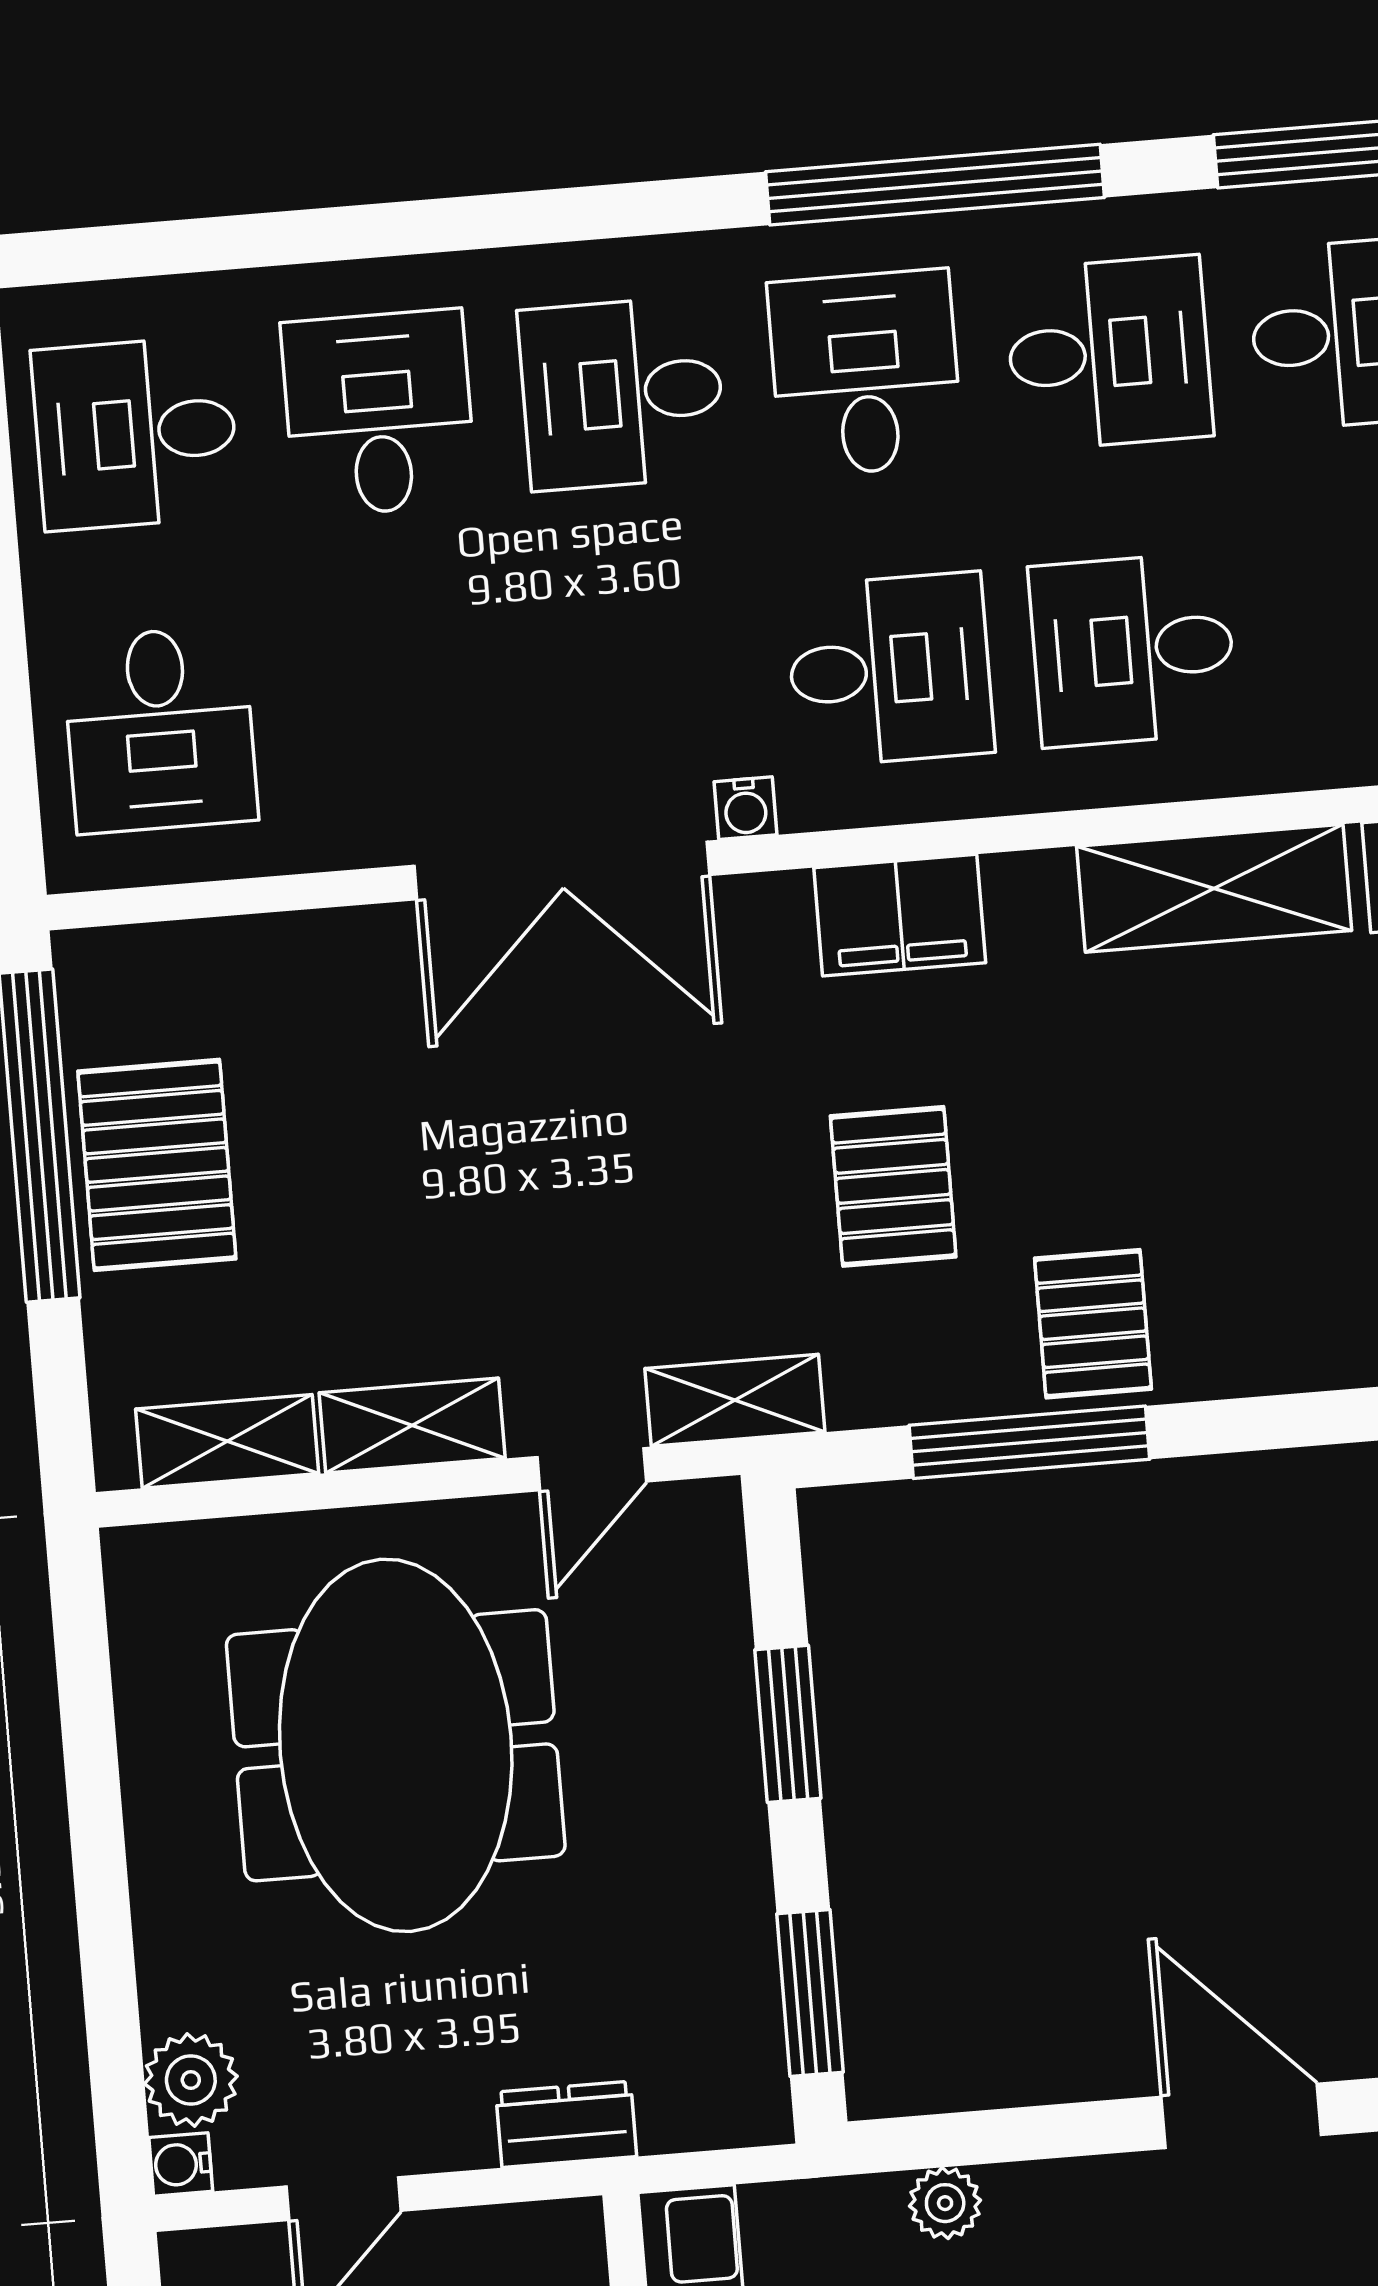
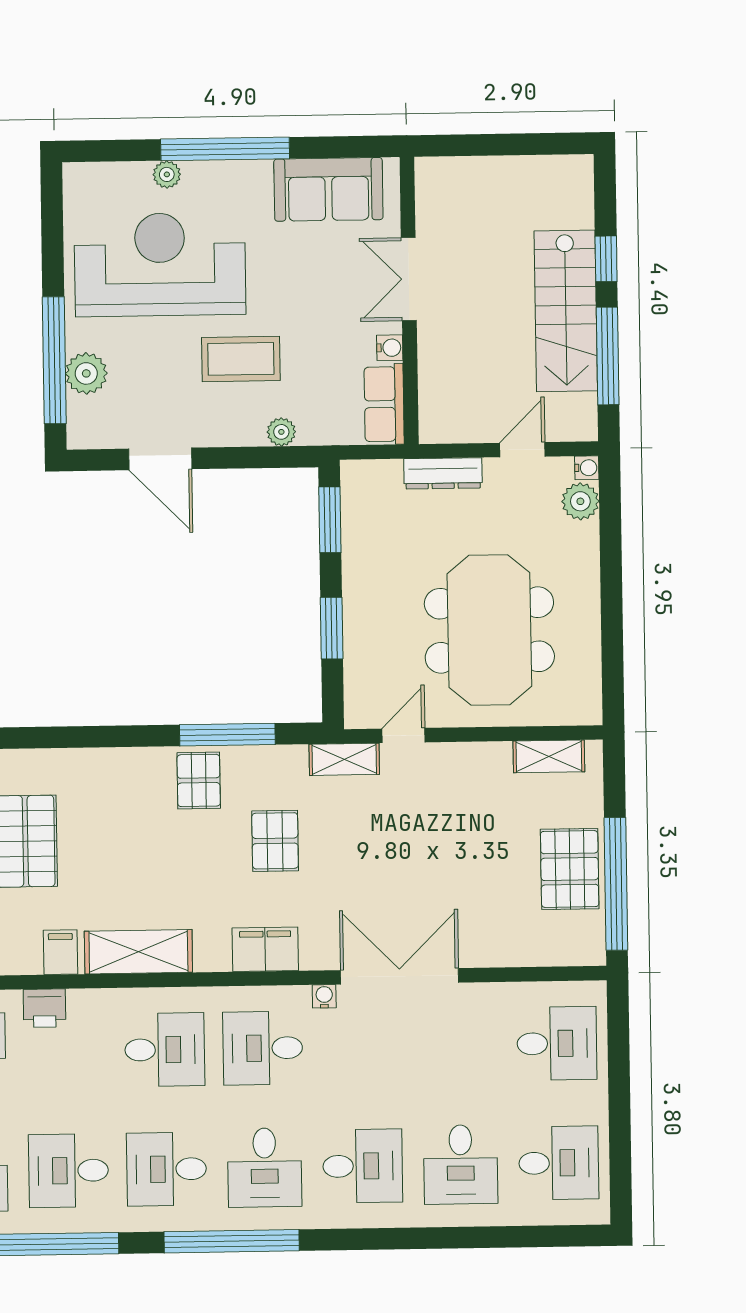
desk: (160, 730) -> (557, 1043), turned 90
shelving: (412, 1425) -> (474, 758), removed
dresser: (566, 2124) -> (443, 473), width x1.44

